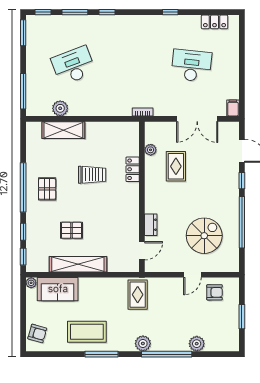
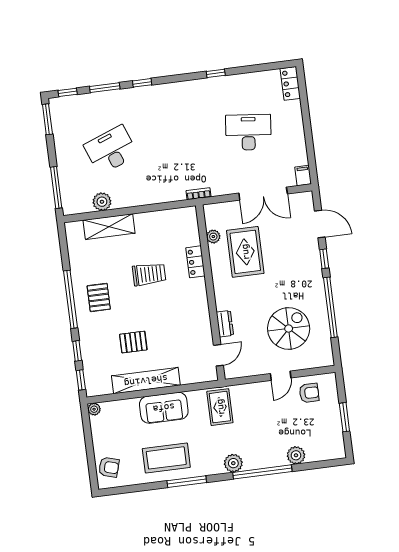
locker: (215, 22) -> (290, 83), moved, turned 90
rug: (176, 166) -> (245, 252), width x1.36, depth x1.43
sofa: (58, 289) -> (164, 408), moved

